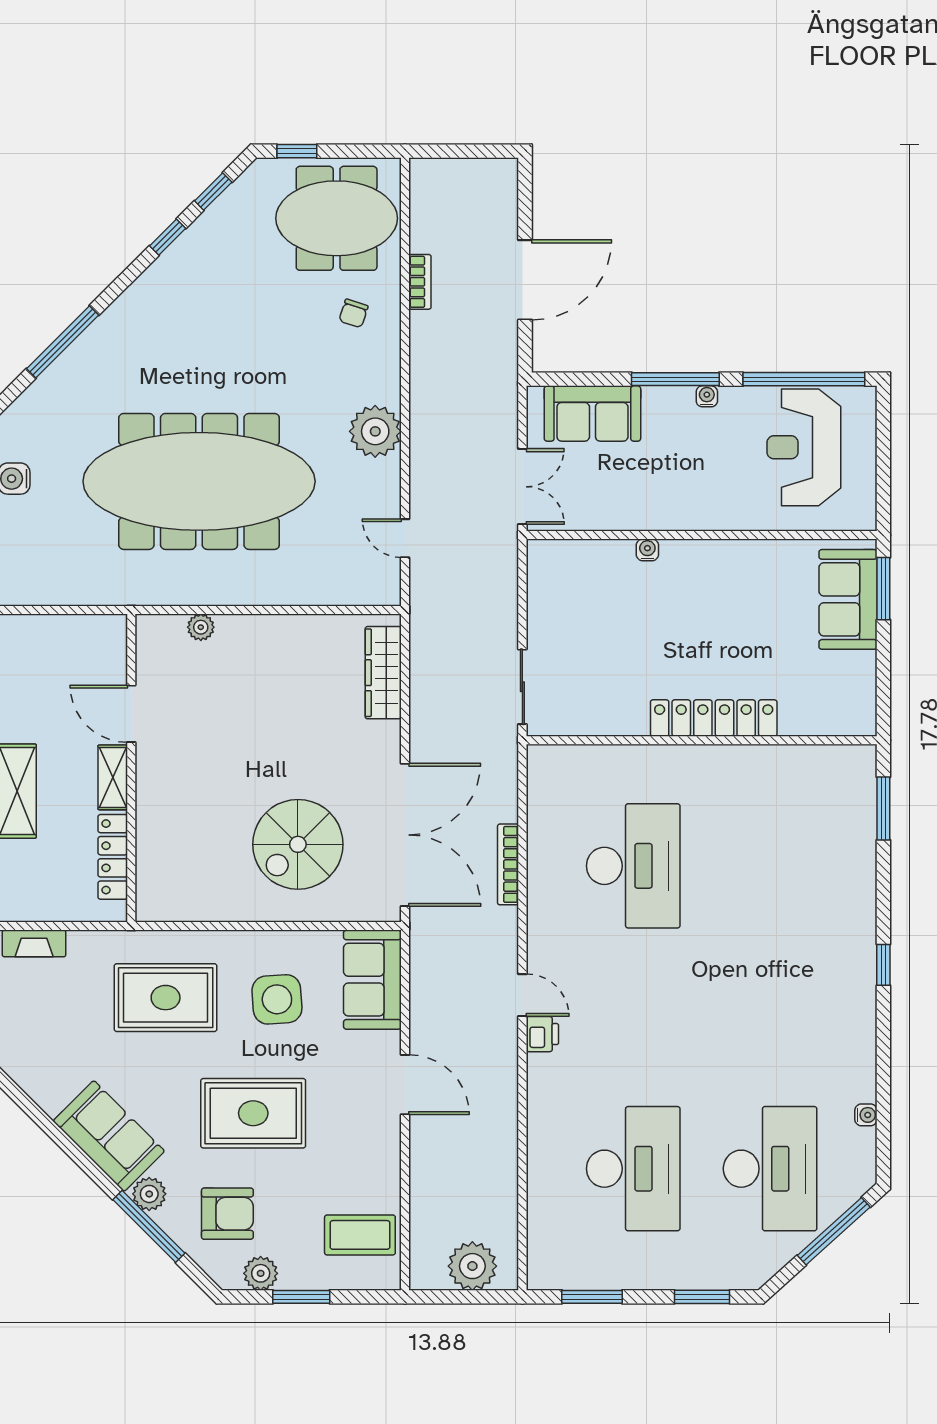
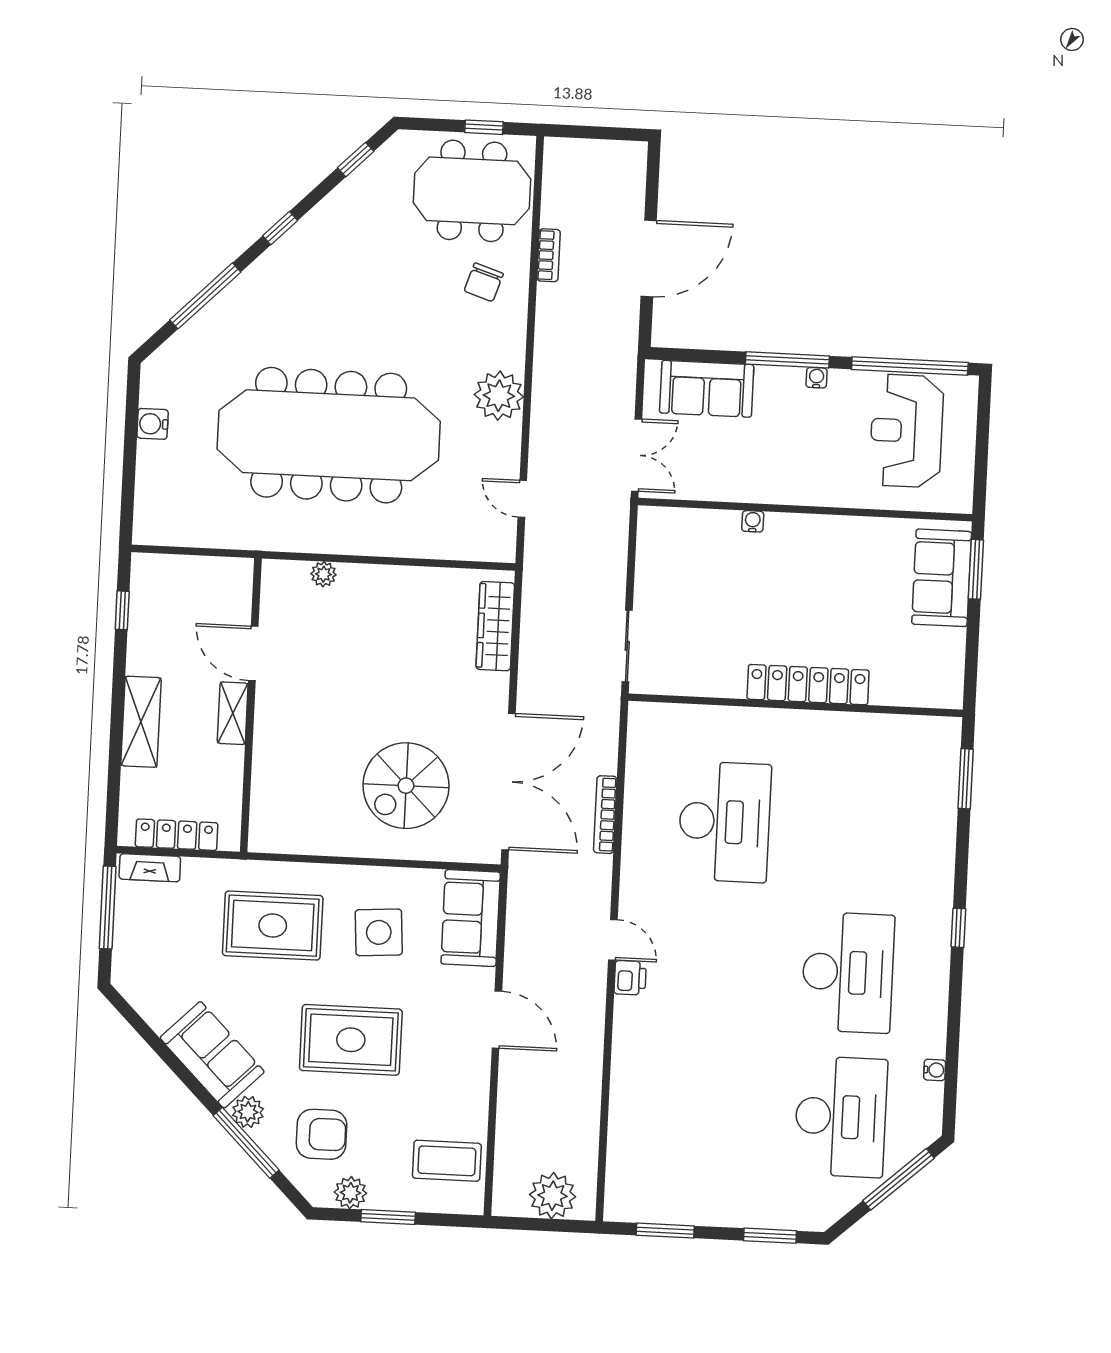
window: (297, 151) -> (484, 127), moved
window: (168, 237) -> (280, 228), moved
chair: (354, 313) -> (484, 282), width x1.37, depth x1.37
locker: (113, 857) -> (177, 835), moved, turned 90
desk: (633, 1169) -> (848, 972), moved

